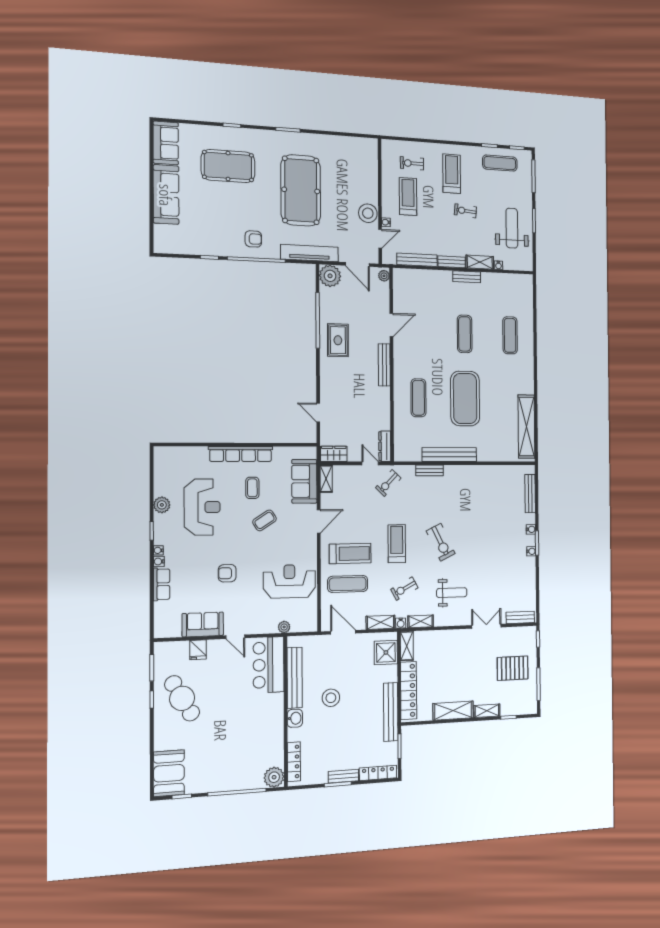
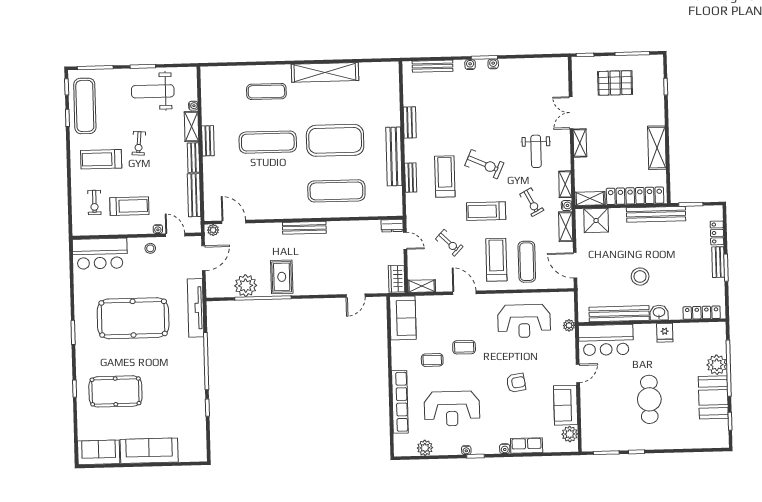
exercise mat: (500, 163) -> (85, 106), width x1.36, depth x1.45
bar counter: (364, 164) -> (100, 254), added
pool table: (228, 166) -> (115, 391), turned 90
treadmill: (408, 197) -> (129, 206), turned 180
stool: (368, 213) -> (150, 248), width x0.53, depth x0.53
armchair: (253, 239) -> (186, 365), removed
plant: (330, 276) -> (246, 286), moved
door: (391, 325) -> (234, 222), moved
exercise mat: (465, 334) -> (268, 142), width x1.36, depth x1.45
rug: (338, 340) -> (282, 277), turned 90
exercise mat: (418, 398) -> (336, 191), width x1.36, depth x1.45
shelving: (526, 427) -> (325, 72), moved
dresser: (385, 446) -> (392, 226), width x0.70
row of seats: (241, 454) -> (400, 402), moved
door: (370, 463) -> (405, 241), swing flipped
sofa: (304, 481) -> (403, 318), moved, turned -90
exercise bike: (388, 483) -> (449, 243), moved
treadmill: (430, 504) -> (445, 176), added
plant: (162, 505) -> (425, 448), moved
reception desk: (202, 507) -> (452, 409), turned 180
coffee table: (265, 520) -> (464, 347), turned -57
exercise bike: (441, 542) -> (484, 164), turned 50
water cooler: (158, 550) -> (466, 450), moved
armchair: (227, 573) -> (516, 383), turned -99
reception desk: (289, 581) -> (524, 321), turned -90
weight bench: (452, 593) -> (536, 151), turned 180
bench: (520, 617) -> (410, 122), moved
plant: (172, 629) -> (570, 434), added
door: (343, 632) -> (575, 265), hinge flipped
fridge: (198, 650) -> (665, 333), moved, turned 90
pallet: (513, 668) -> (615, 83), turned 90
cafe table: (182, 698) -> (649, 399), moved, turned -60
shelving: (487, 711) -> (580, 143), moved
booth: (169, 773) -> (713, 397), moved, turned 90
locker: (378, 773) -> (717, 233), width x0.66
plant: (274, 777) -> (717, 365), moved

